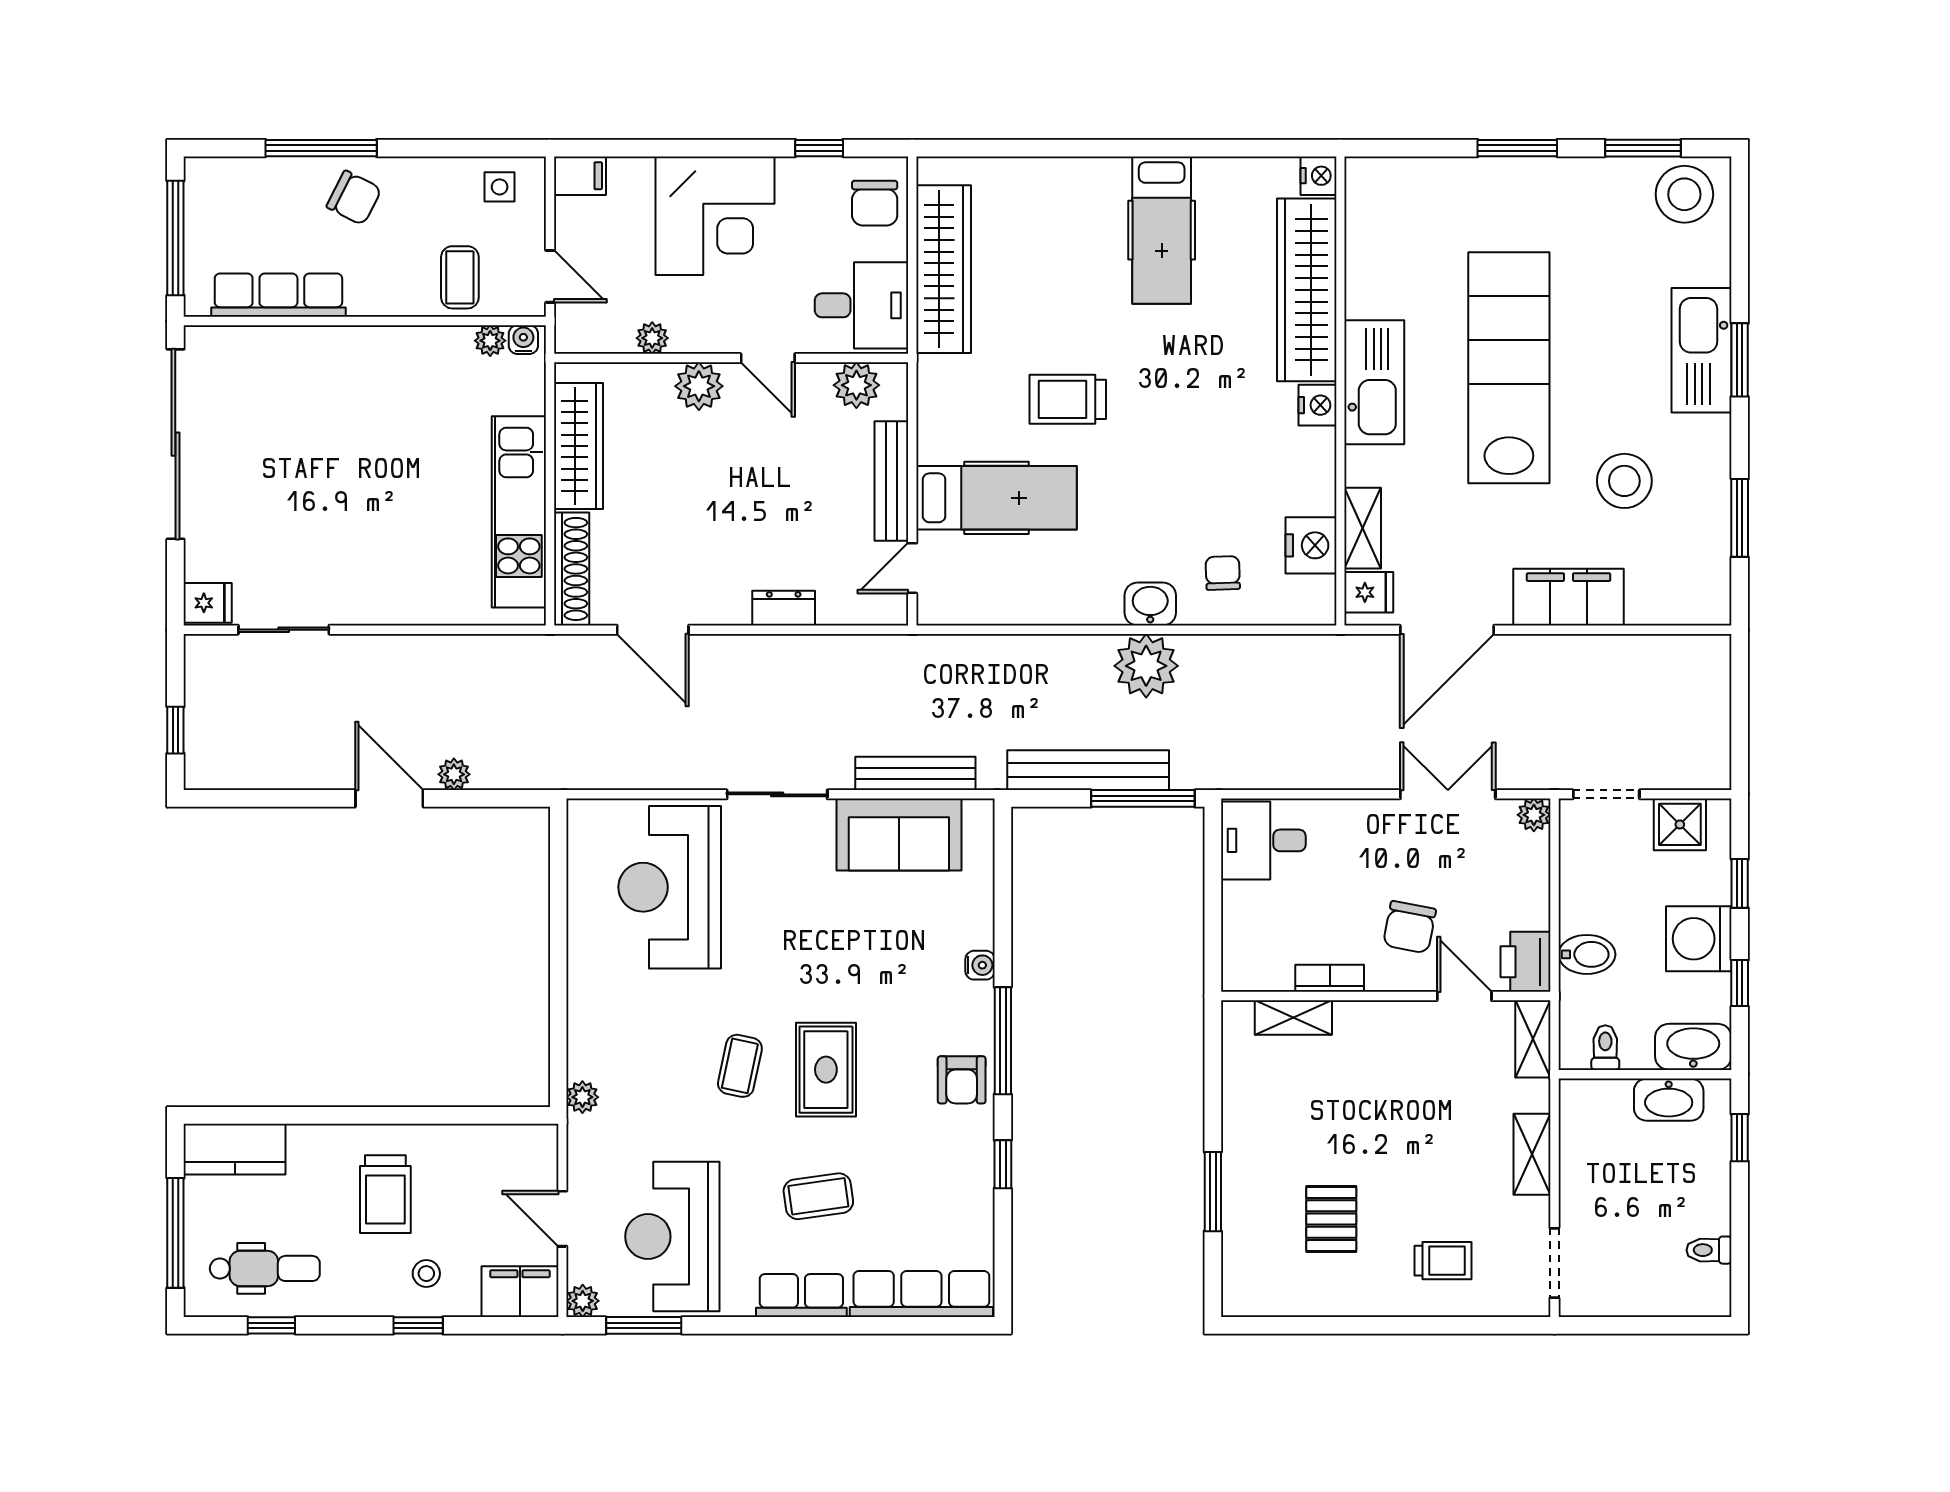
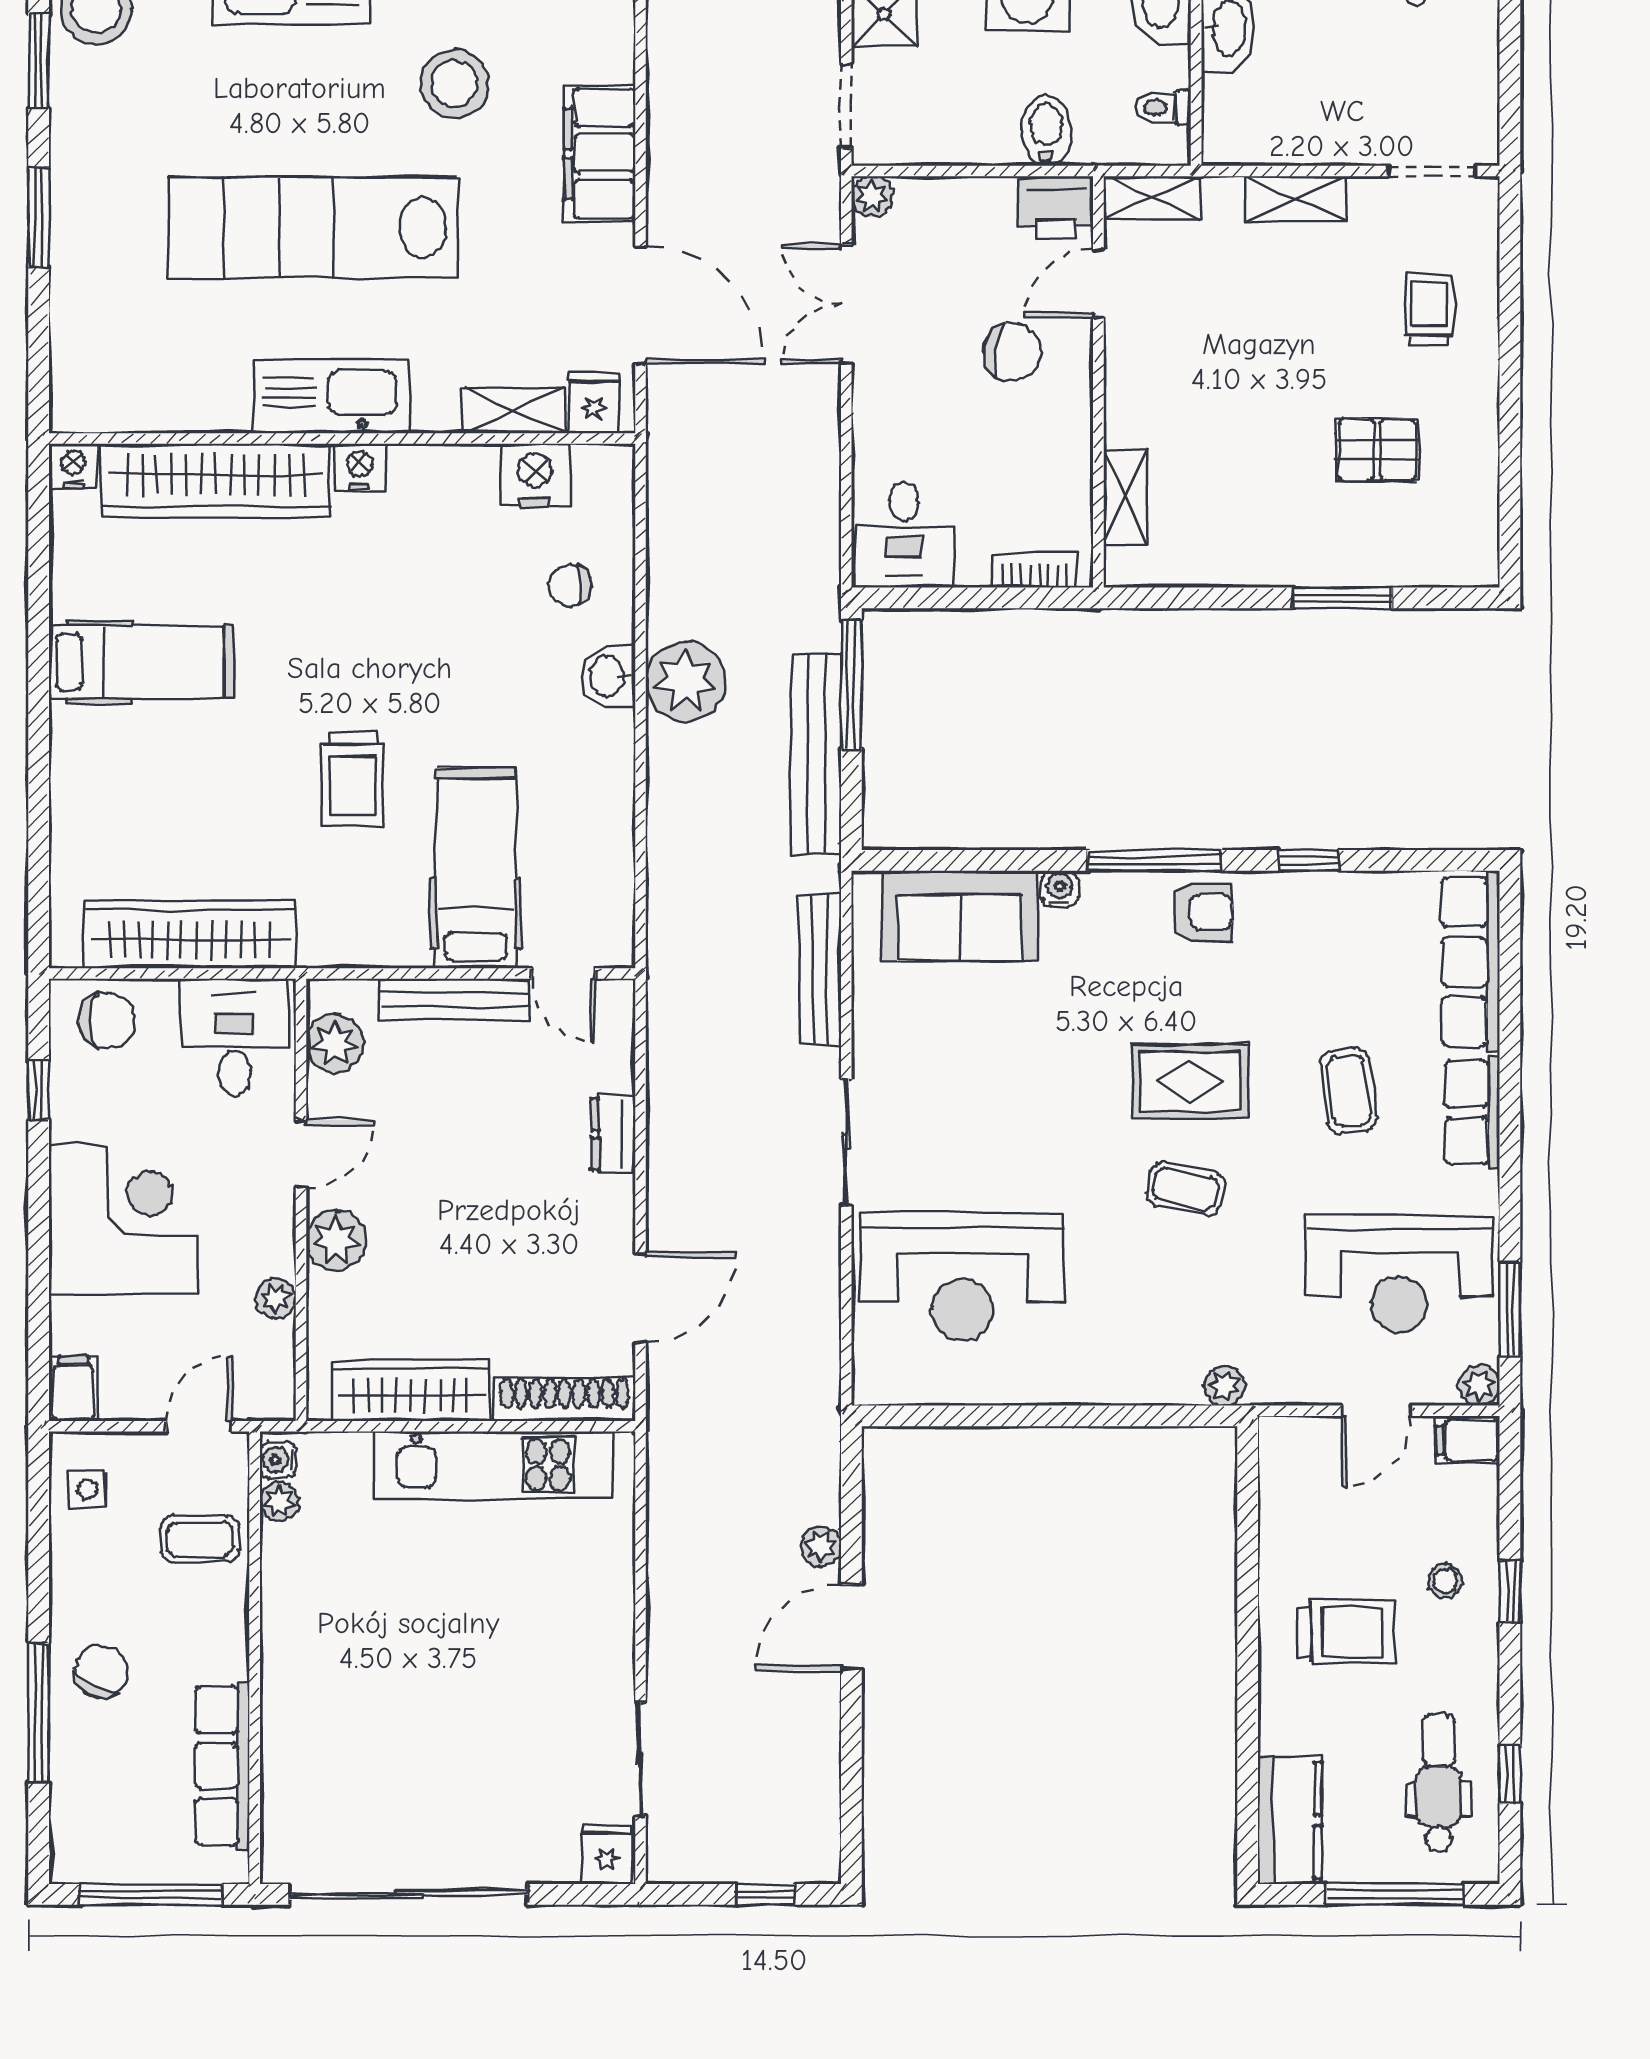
sofa: (899, 835) -> (959, 916), moved, turned 90
bookcase: (1330, 978) -> (1035, 571), moved, turned 90
filing cabinet: (520, 1292) -> (1468, 1440), width x0.50

